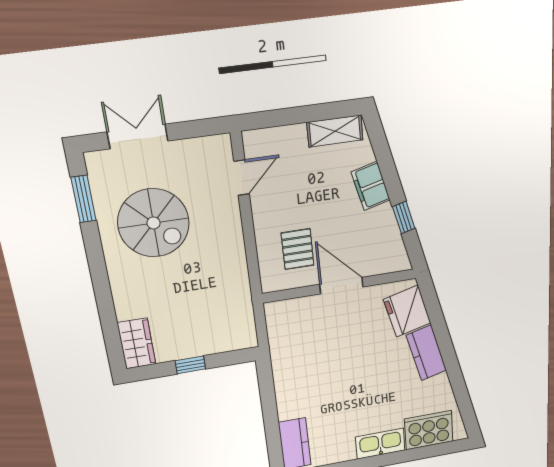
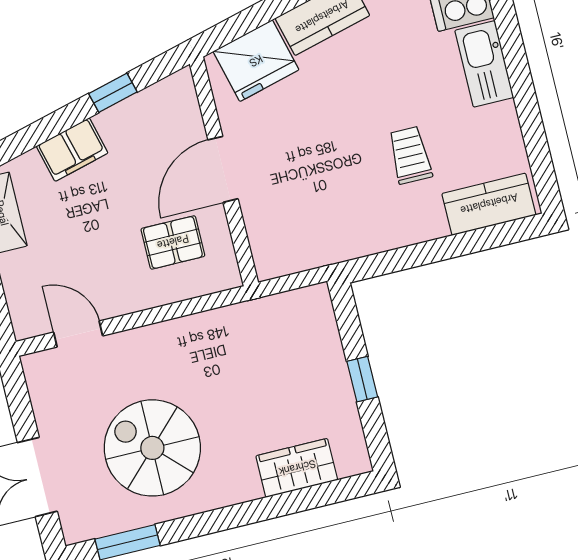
spiral stairs: (154, 223) -> (152, 448), turned -90
wardrobe: (137, 343) -> (297, 468), moved
trolley: (332, 400) -> (410, 155), added

